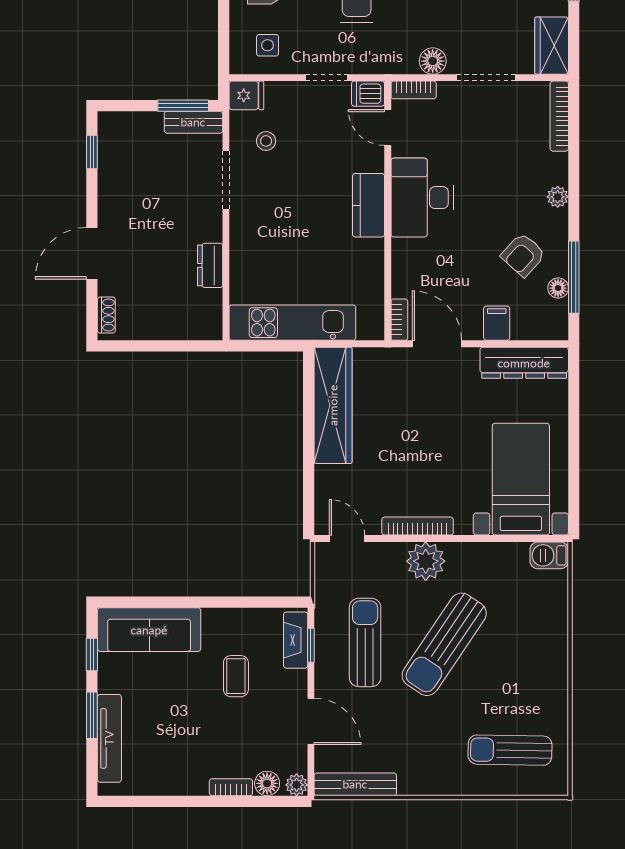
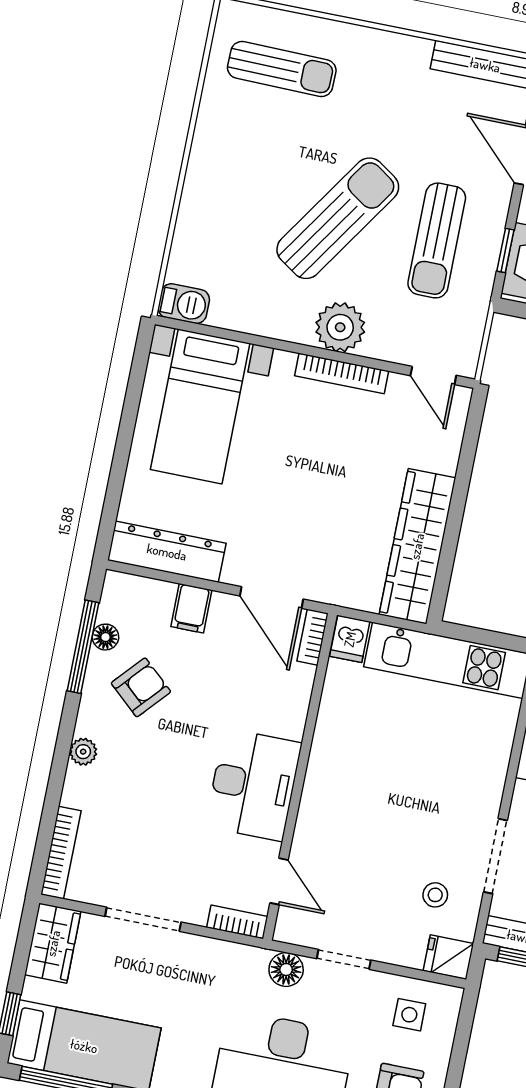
floor lamp: (433, 61) -> (286, 970), moved
dishwasher: (368, 94) -> (350, 639), moved, turned 90
kitchen counter: (368, 205) -> (323, 789), removed

